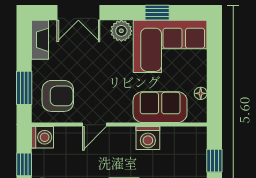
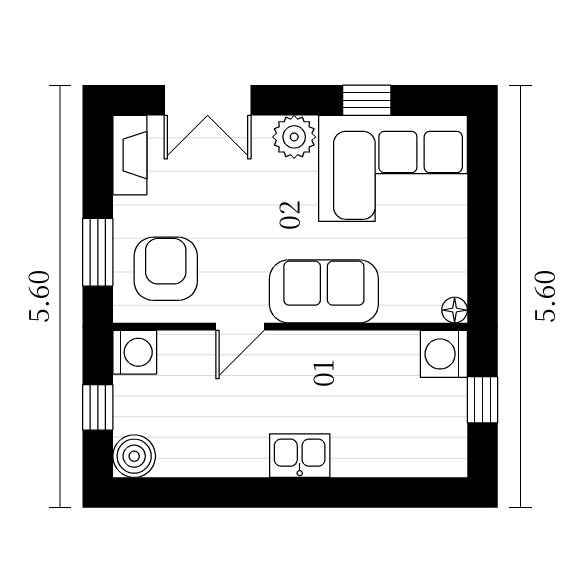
floor lamp: (201, 93) -> (455, 310), moved
armchair: (58, 96) -> (166, 269), turned -90
sofa: (160, 107) -> (324, 291), moved
washing machine: (148, 138) -> (444, 354), moved, turned 90

